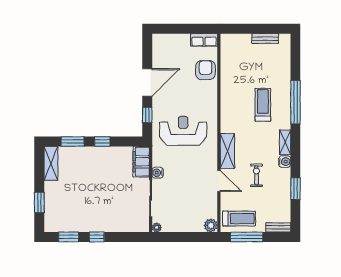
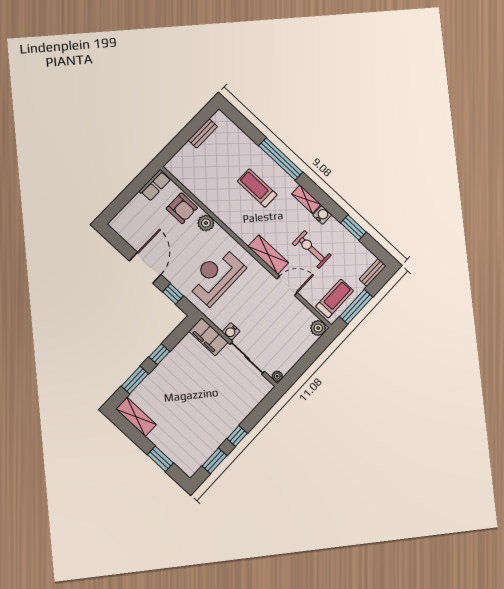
armchair: (206, 70) -> (182, 208), turned 180
plant: (210, 94) -> (206, 223), added
exercise bike: (256, 175) -> (312, 249), width x1.38, depth x1.39

